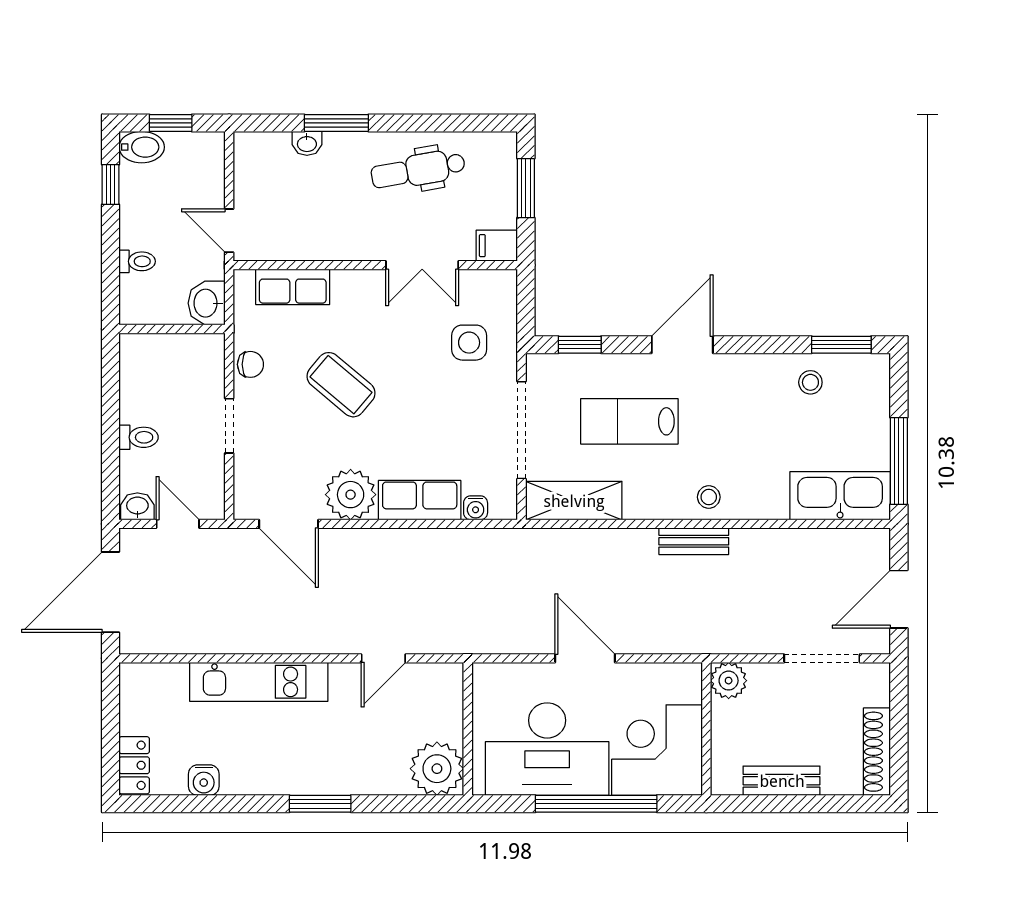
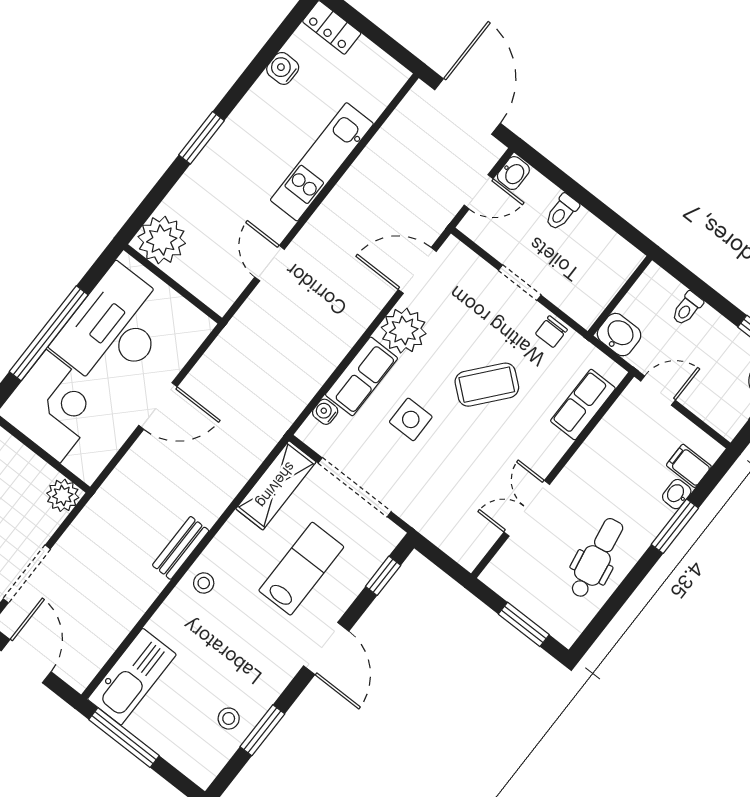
filing cabinet: (497, 246) -> (689, 466), moved, turned -90
side table: (469, 343) -> (411, 419), moved
window: (841, 345) -> (262, 730), moved

